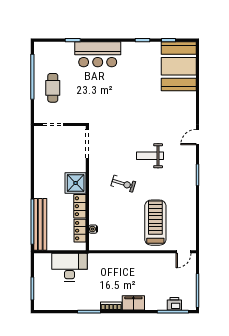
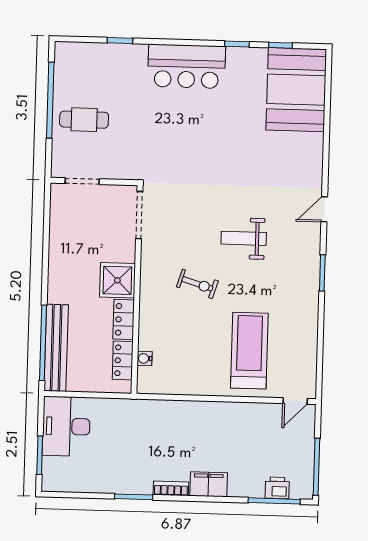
bar counter: (98, 54) -> (187, 66), moved
cafe table: (53, 88) -> (84, 120), turned 90
desk: (69, 267) -> (66, 426), moved, turned -90

